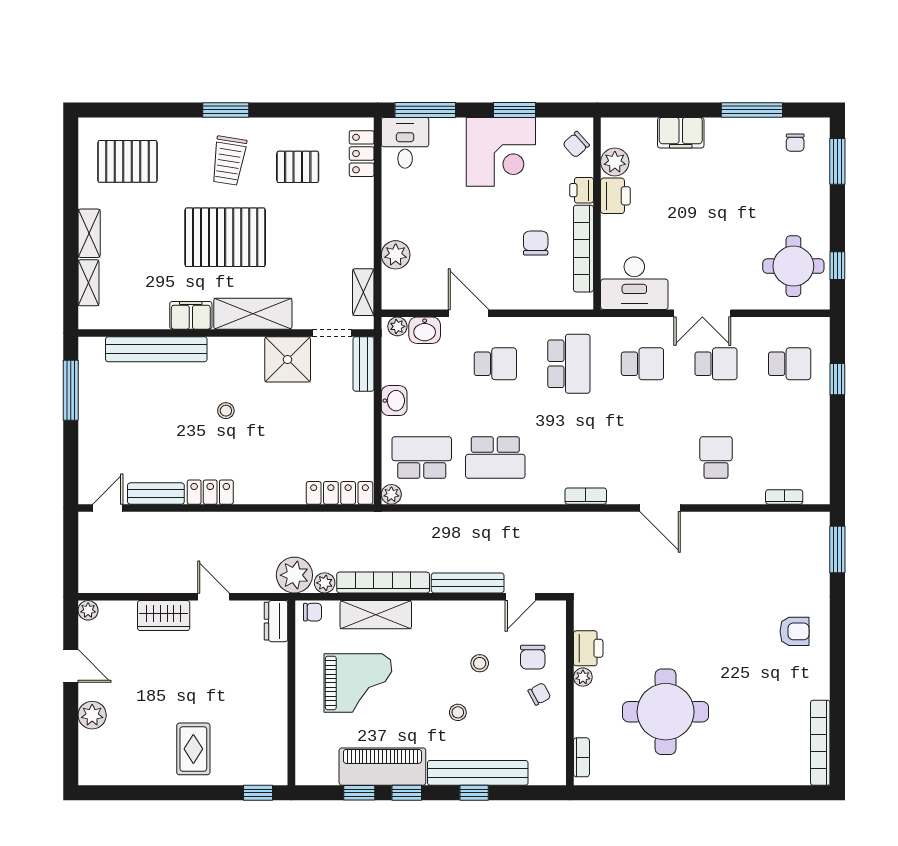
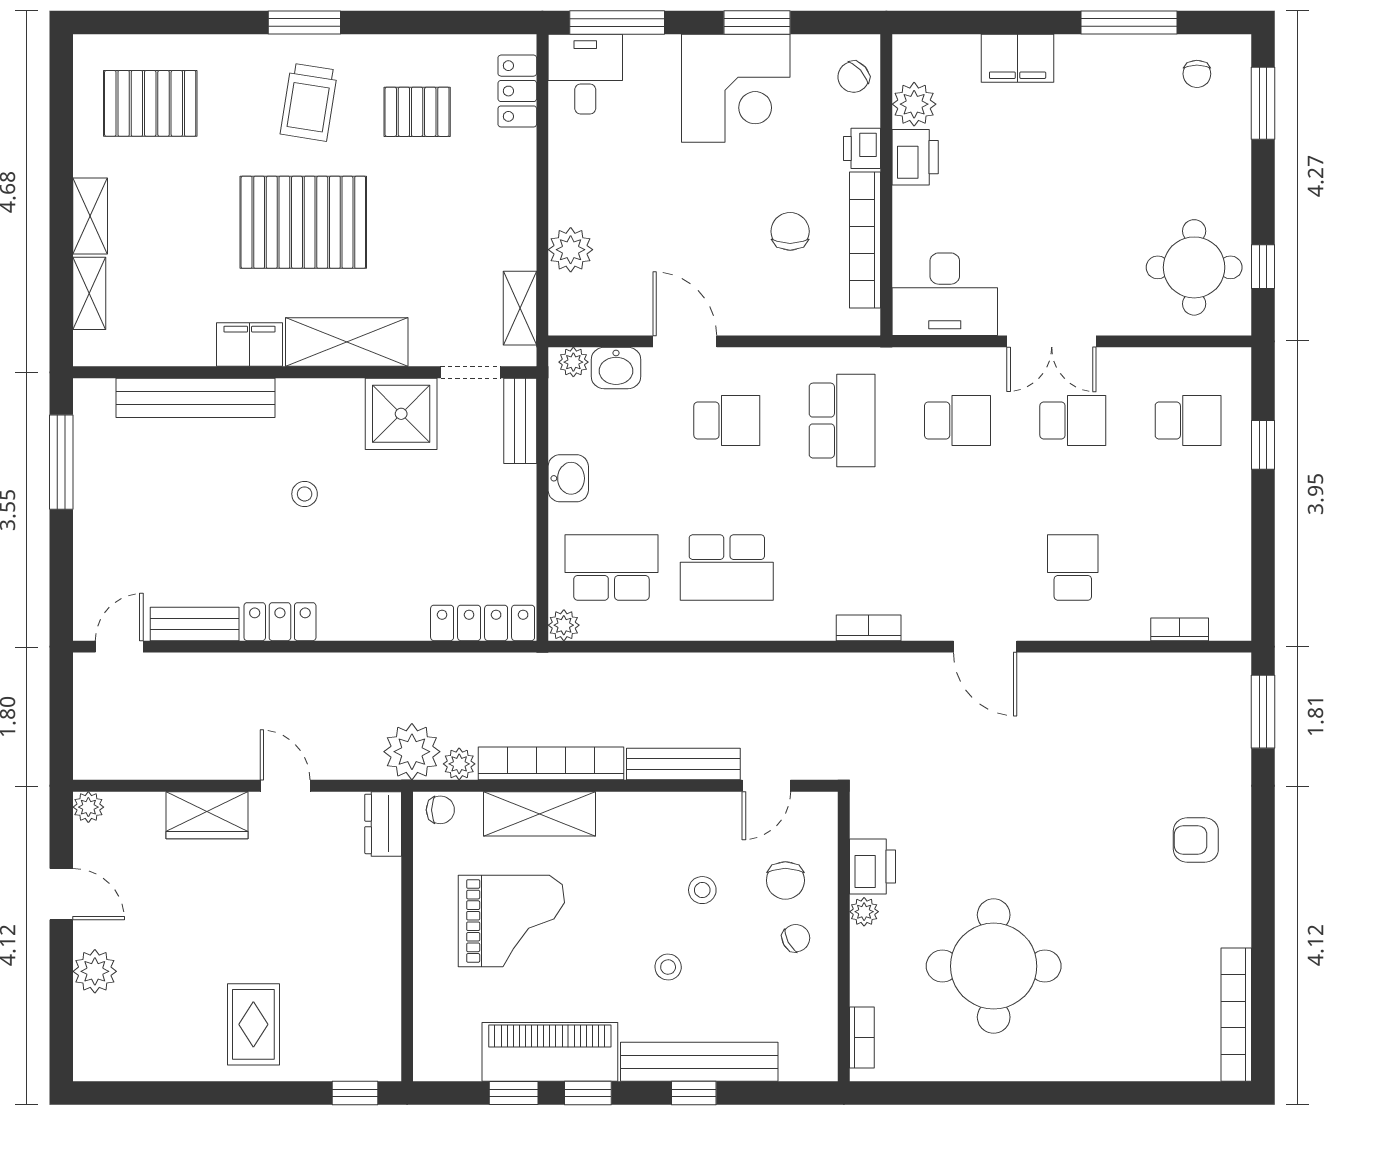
armchair: (795, 631) -> (1196, 840), turned 180

